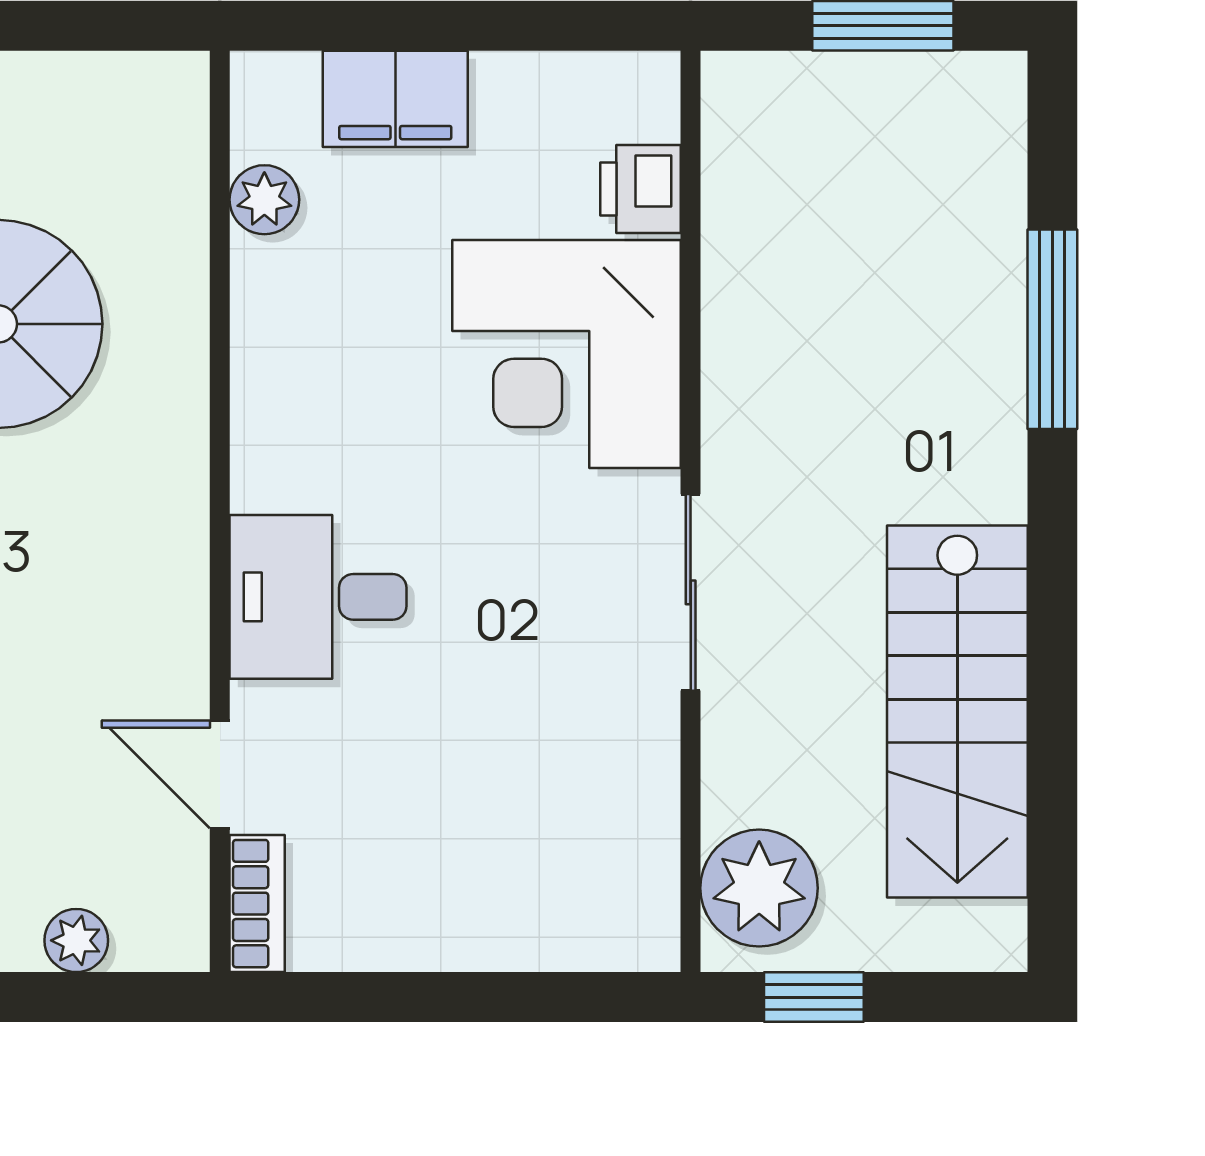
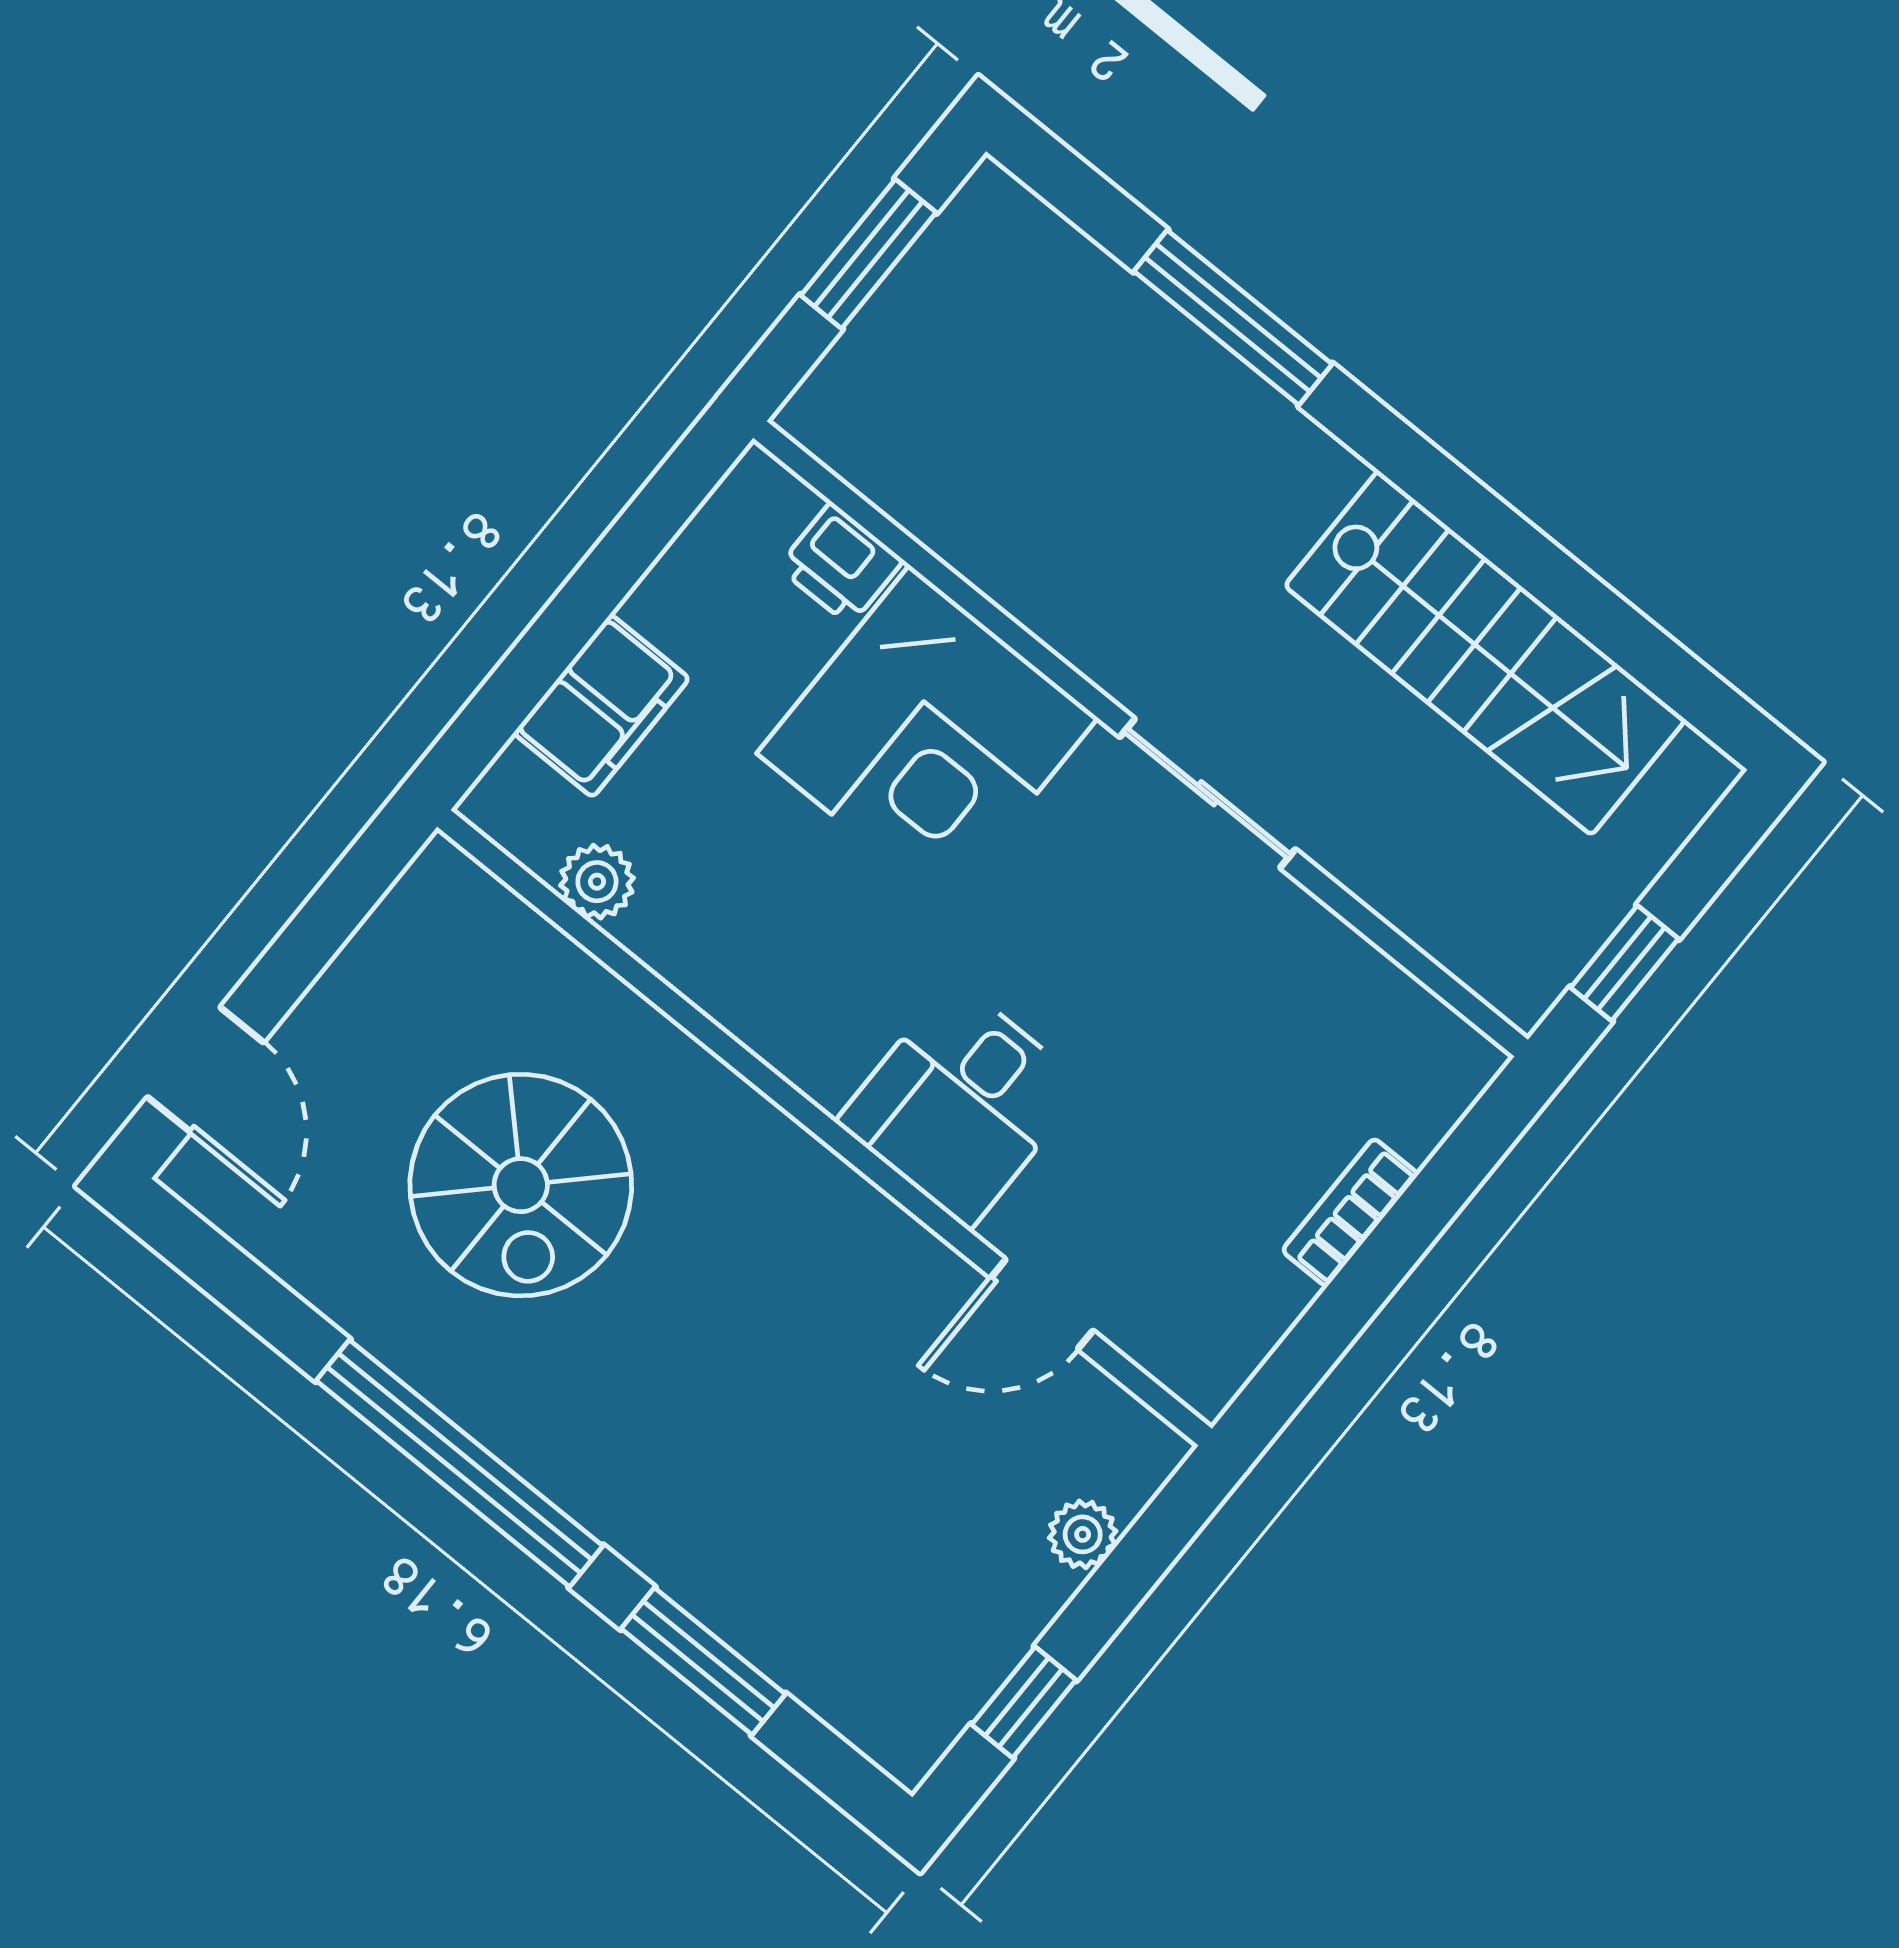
plant: (759, 888) -> (1498, 935), removed
bookcase: (257, 904) -> (1350, 1212), moved, turned -90

